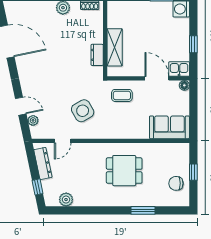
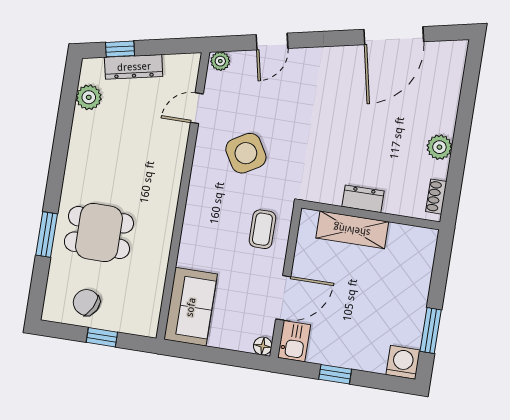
dresser: (97, 55) -> (363, 199), moved
plant: (33, 120) -> (220, 61), moved
door: (63, 141) -> (197, 108), hinge flipped
dresser: (43, 163) -> (134, 67), moved
dining table: (124, 171) -> (99, 233), moved, turned 90
chair: (176, 183) -> (86, 302), turned -63

